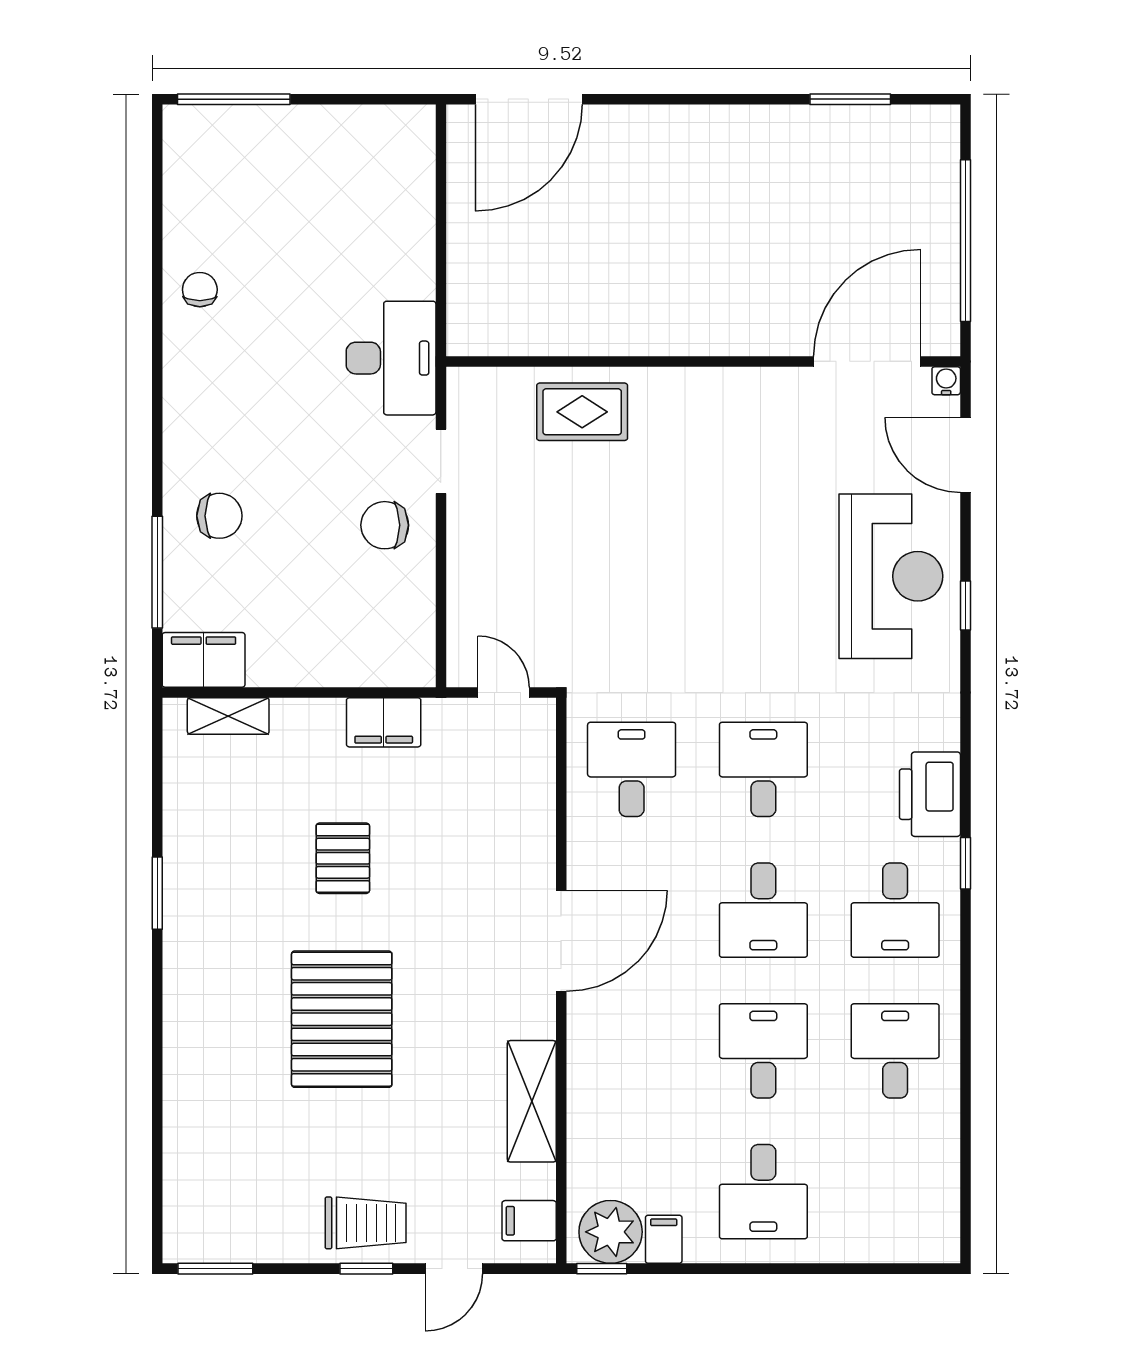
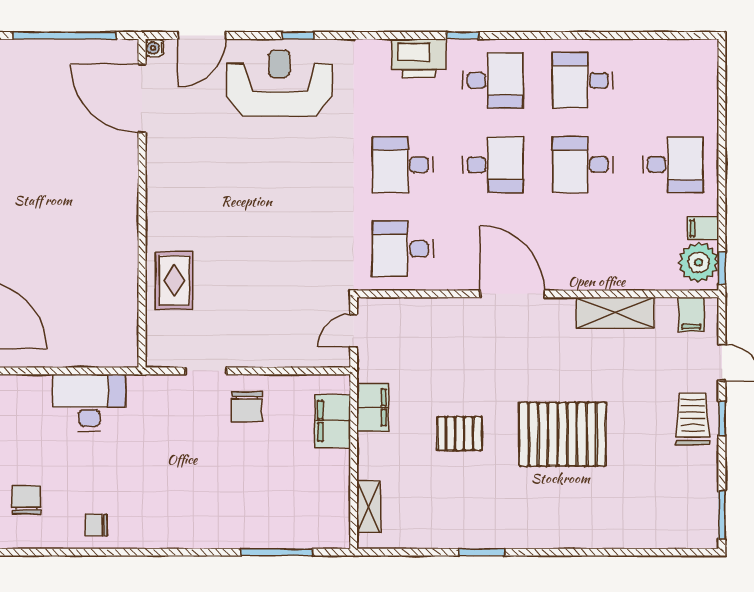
desk: (391, 358) -> (89, 403), moved
chair: (219, 516) -> (27, 500), moved
filing cabinet: (204, 660) -> (333, 421), moved

